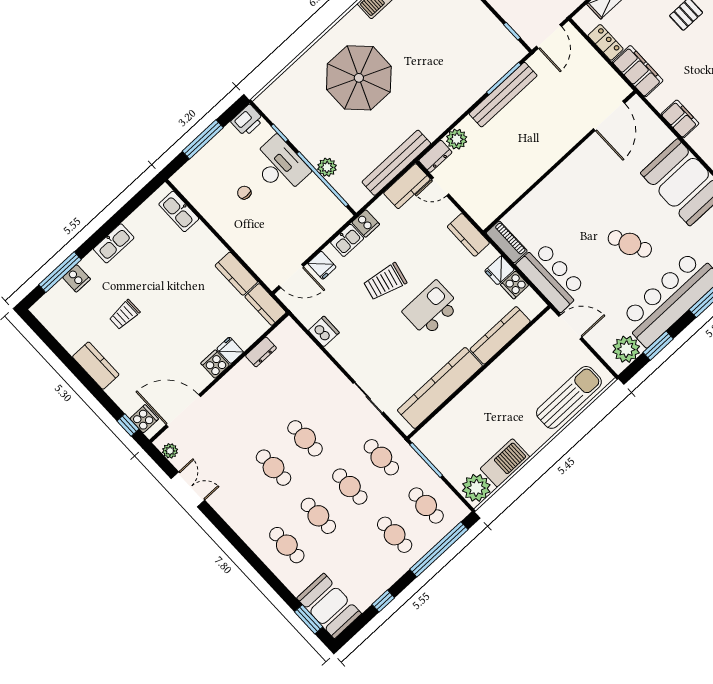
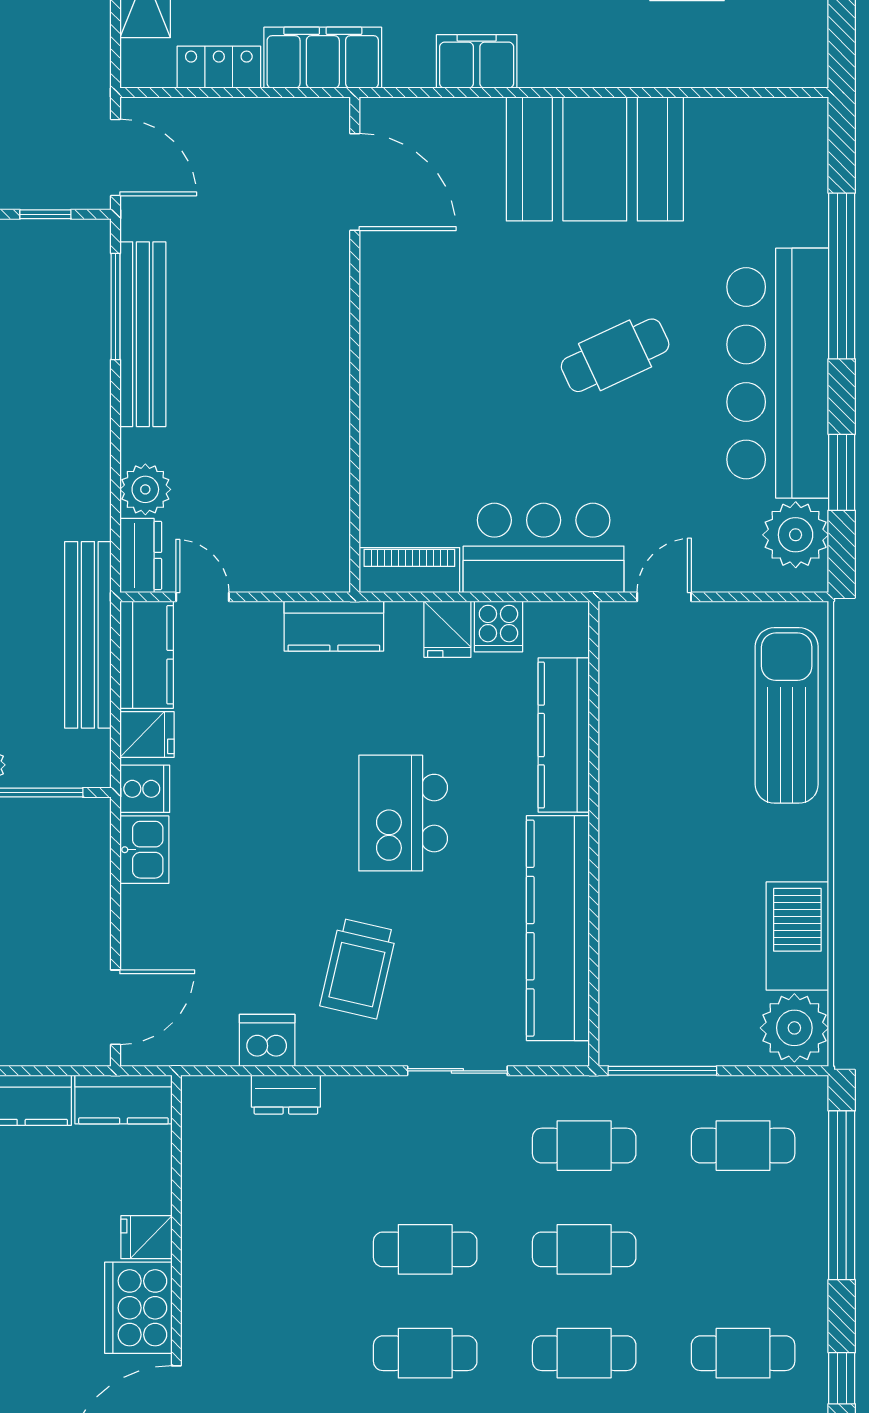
door: (440, 187) -> (202, 597), swing flipped
fridge: (322, 265) -> (147, 734), moved
trolley: (385, 282) -> (358, 968), moved
door: (570, 327) -> (664, 597), width x0.73
dresser: (261, 352) -> (286, 1095), moved, turned 90
cooker: (215, 364) -> (138, 1308), width x1.87, depth x1.31
cafe table: (395, 535) -> (743, 1353), moved

